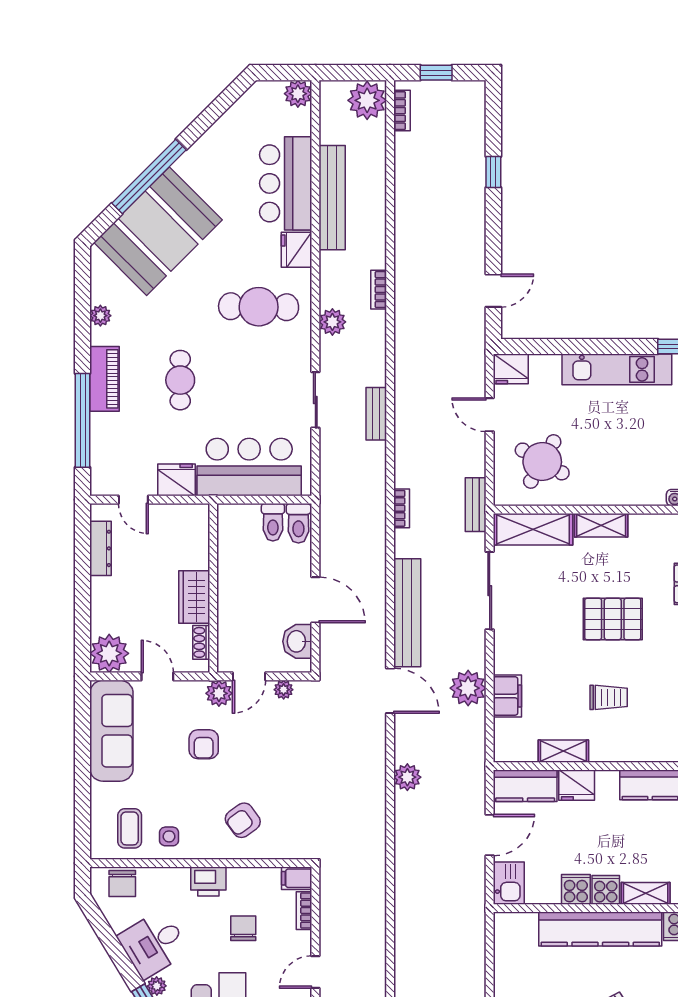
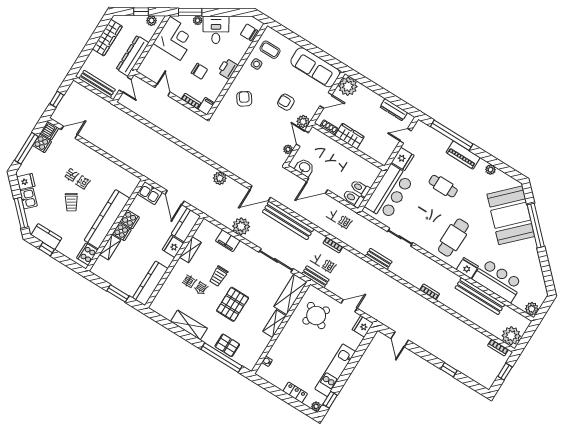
plant: (332, 322) -> (428, 264), removed
trolley: (609, 697) -> (218, 276), moved

